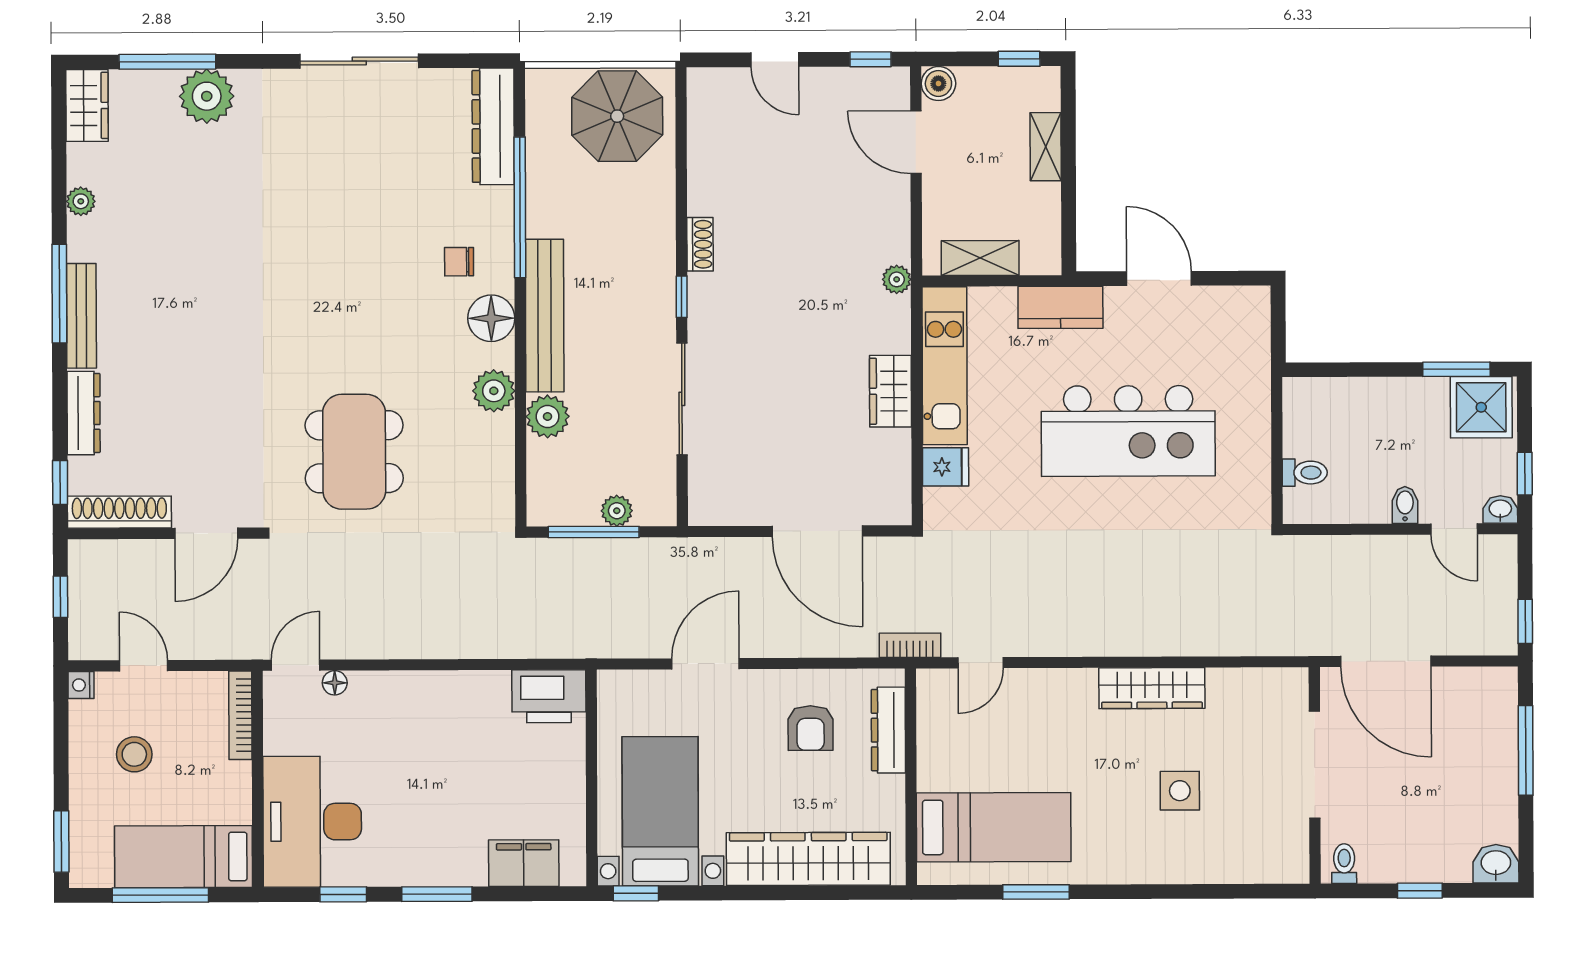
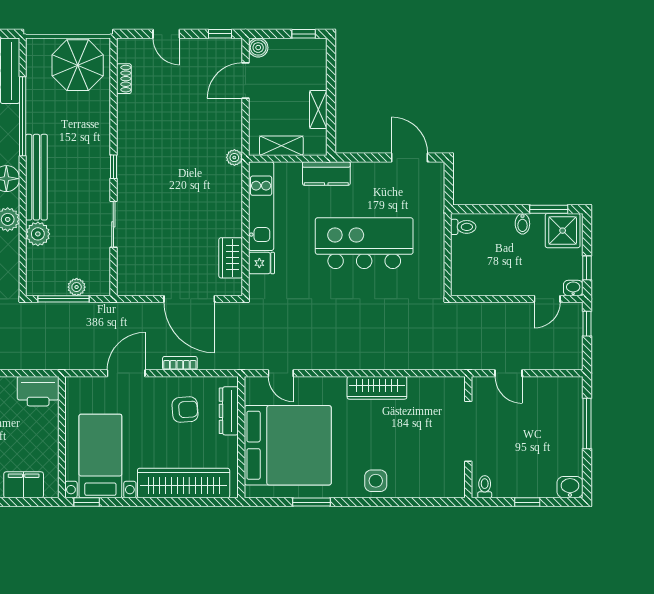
door: (916, 142) -> (245, 80), hinge flipped
shelving: (1046, 147) -> (318, 109), moved
shoe rack: (700, 244) -> (124, 79), moved
door: (1159, 279) -> (410, 158), moved
wardrobe: (891, 391) -> (231, 258), moved
sliding door: (682, 399) -> (113, 224), width x0.73
kitchen island: (1128, 431) -> (364, 243), turned 180
toilet: (1305, 473) -> (463, 227), moved
bidet: (1405, 505) -> (522, 224), moved, turned 180
door: (1454, 529) -> (547, 299), hinge flipped
window: (1525, 621) -> (587, 324), moved
bookcase: (910, 645) -> (180, 363), moved
door: (1386, 661) -> (508, 373), width x0.53
door: (981, 663) -> (281, 373), hinge flipped
armchair: (811, 728) -> (185, 410), turned -94
side table: (1180, 791) -> (376, 481), moved
bed: (994, 827) -> (288, 445), width x2.04

